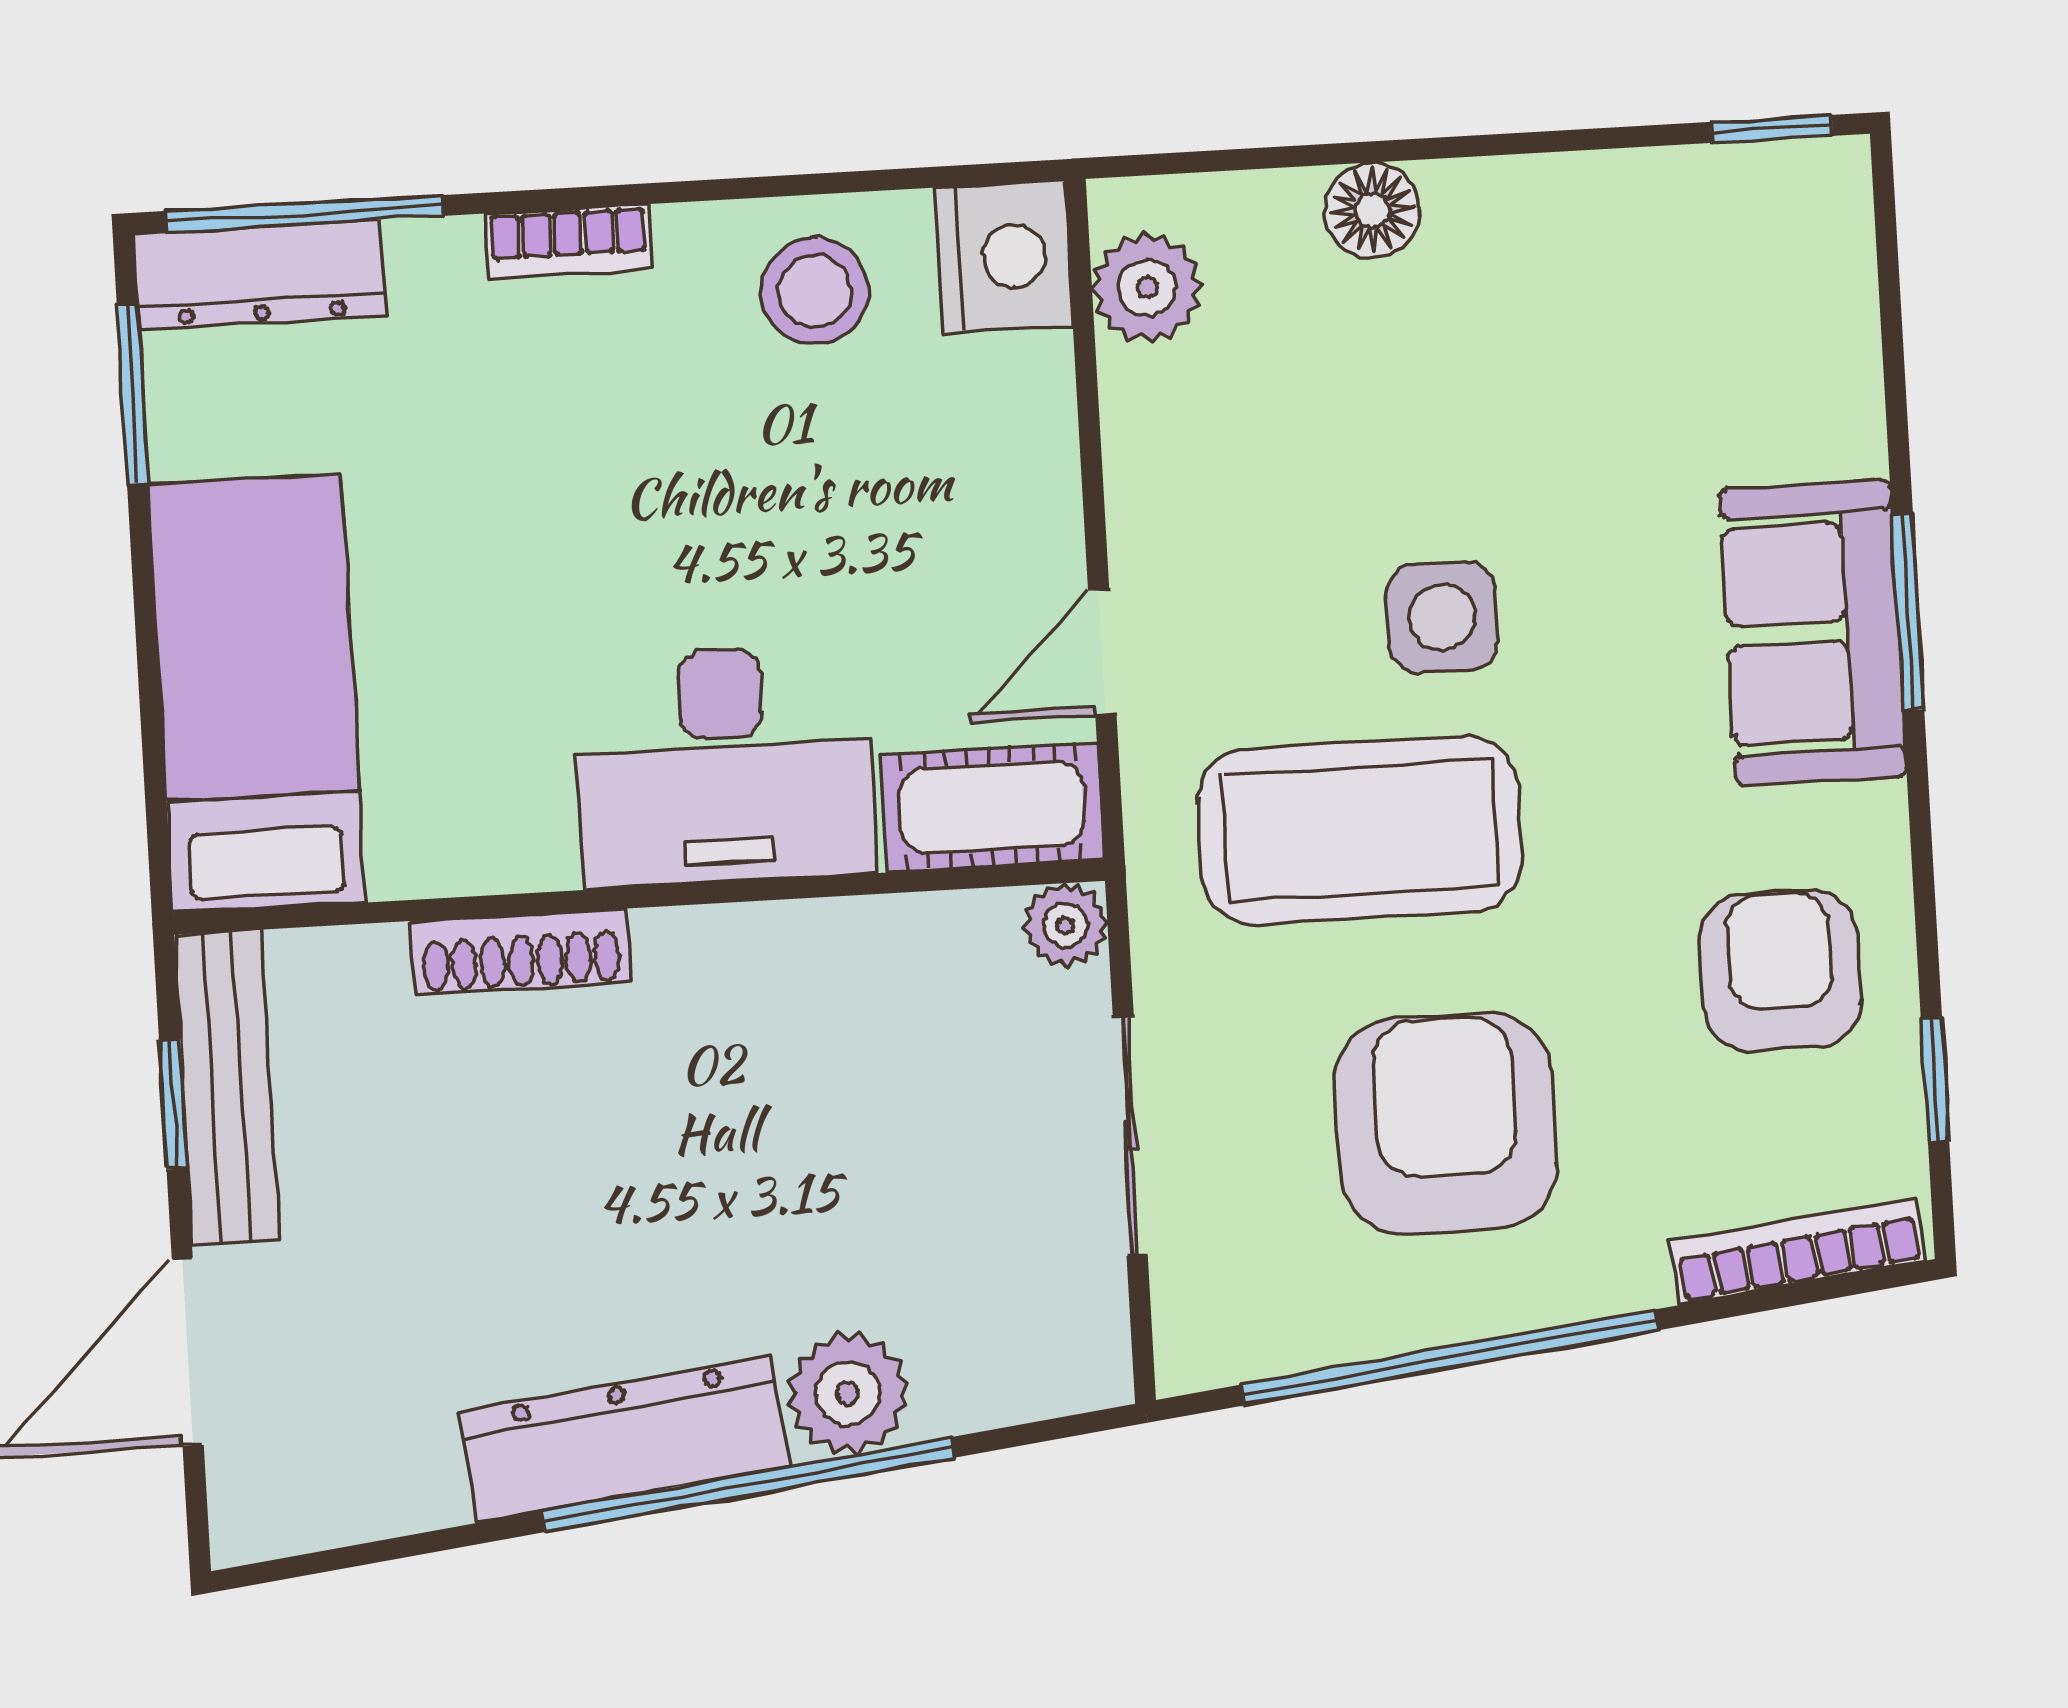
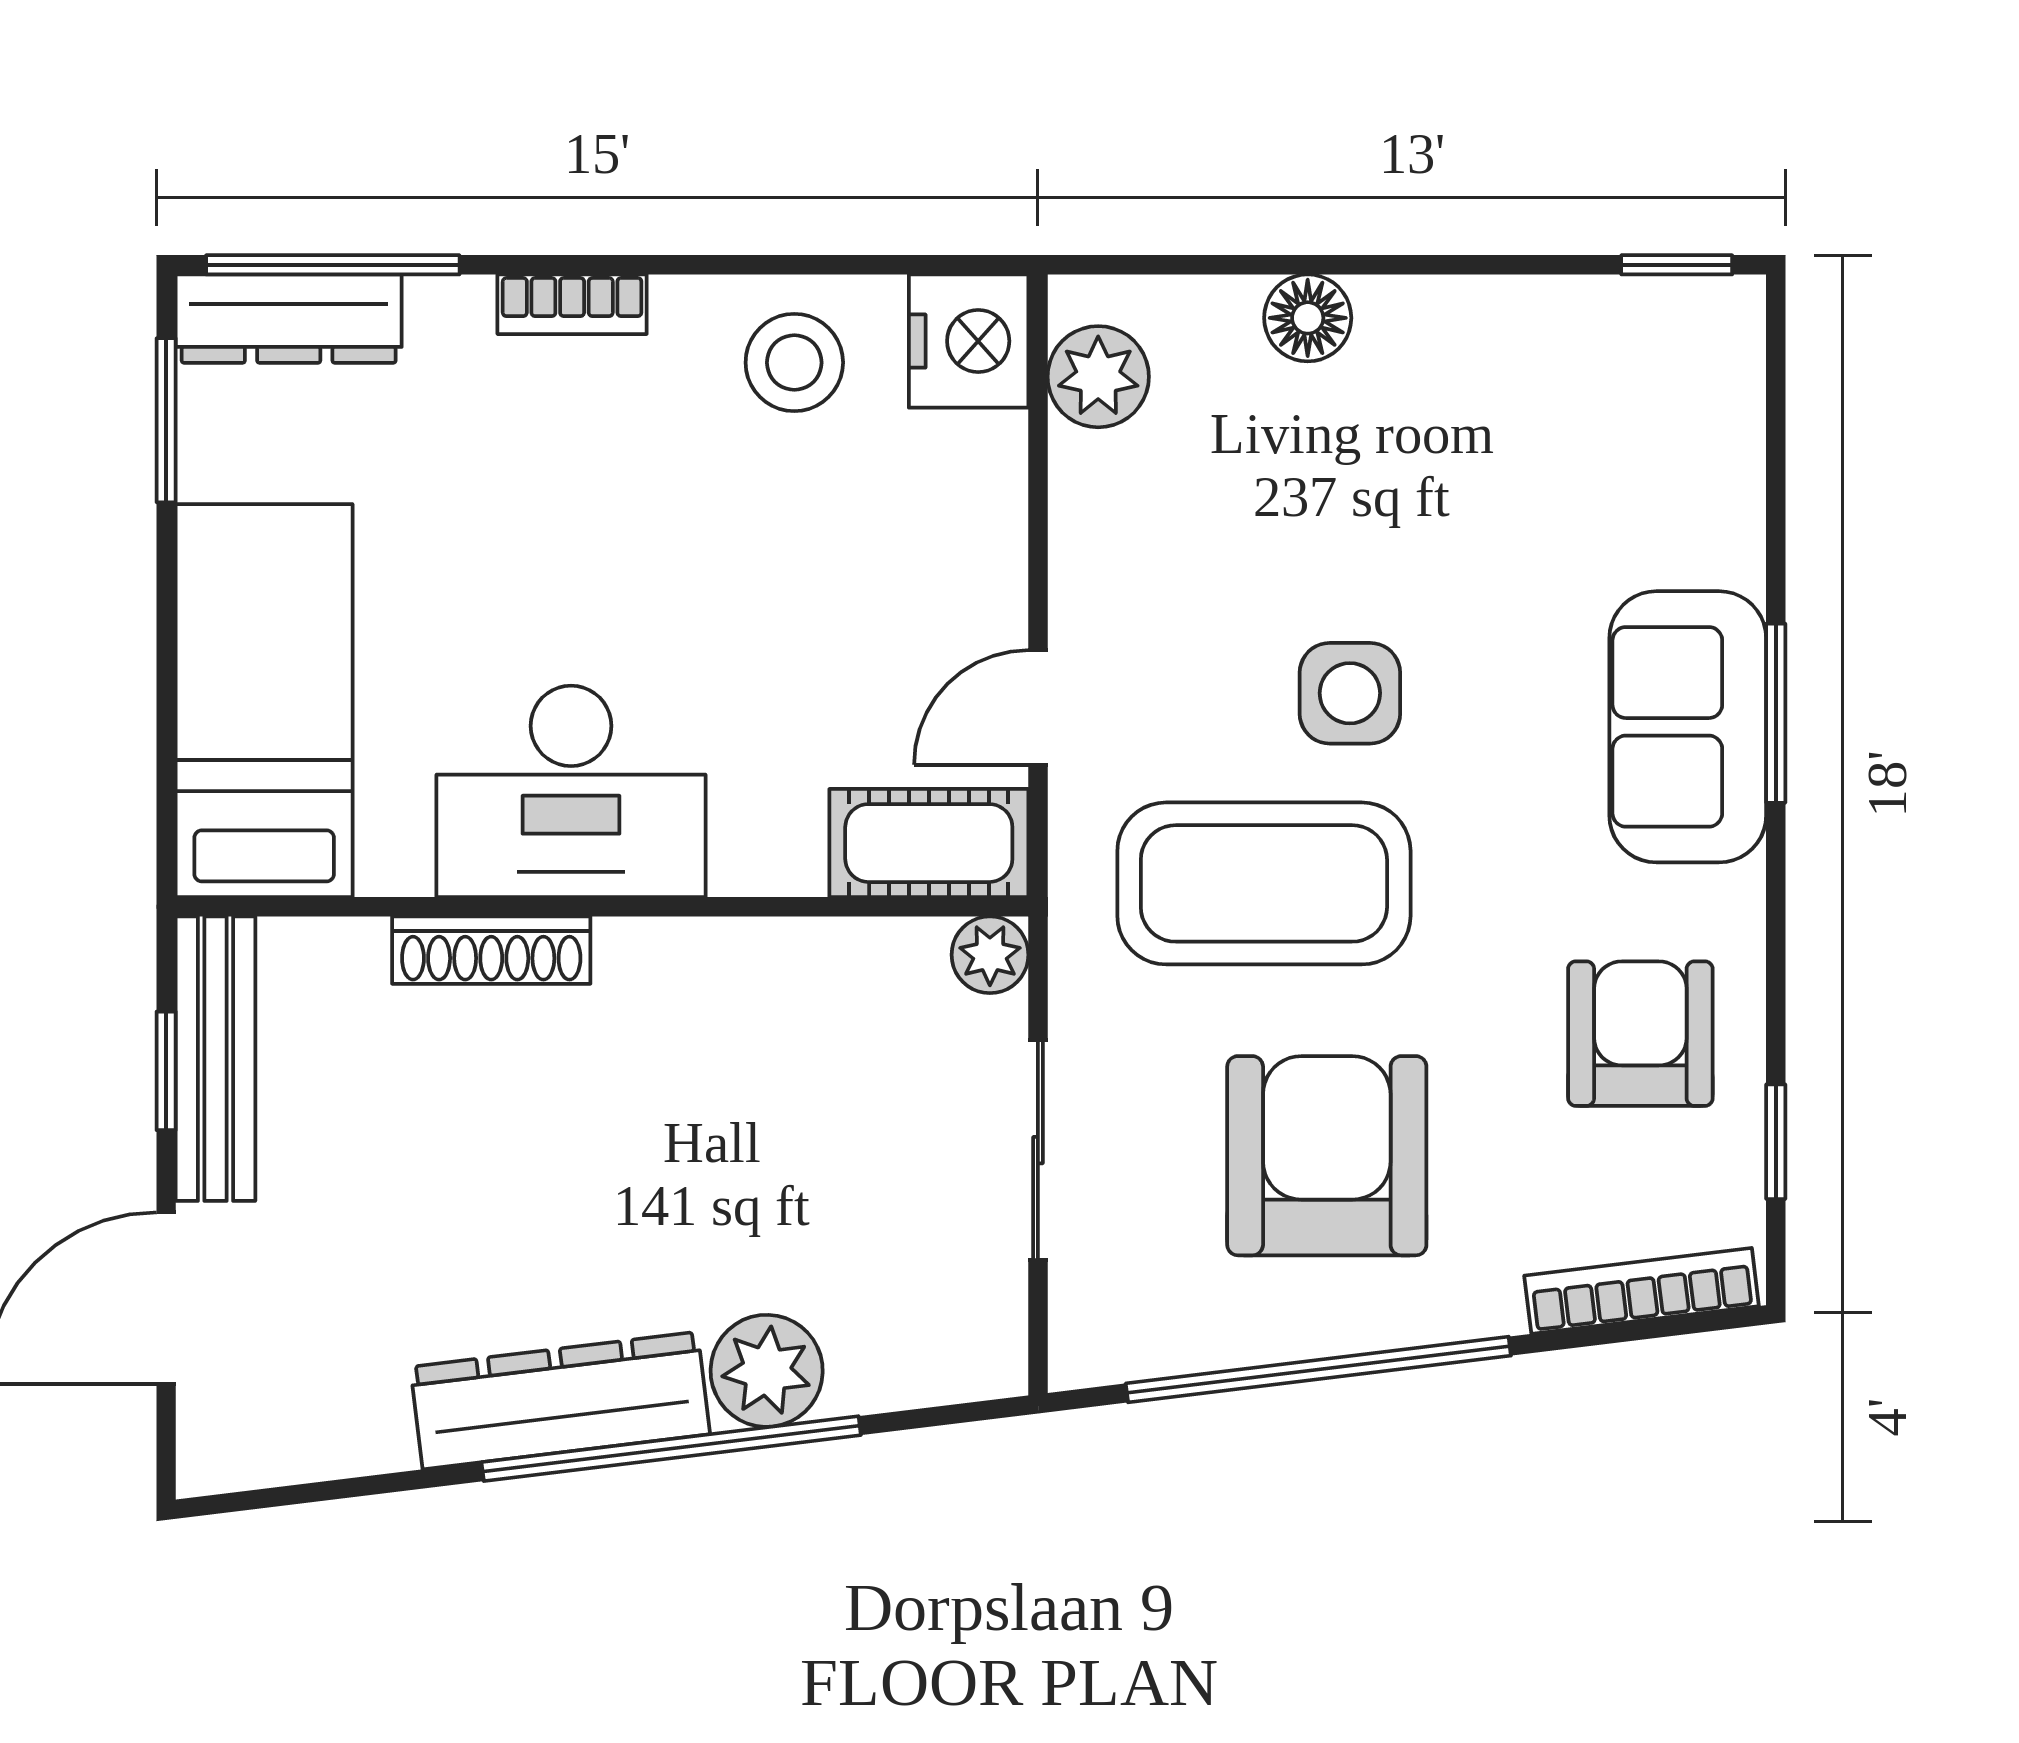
desk: (724, 766) -> (571, 791), moved

